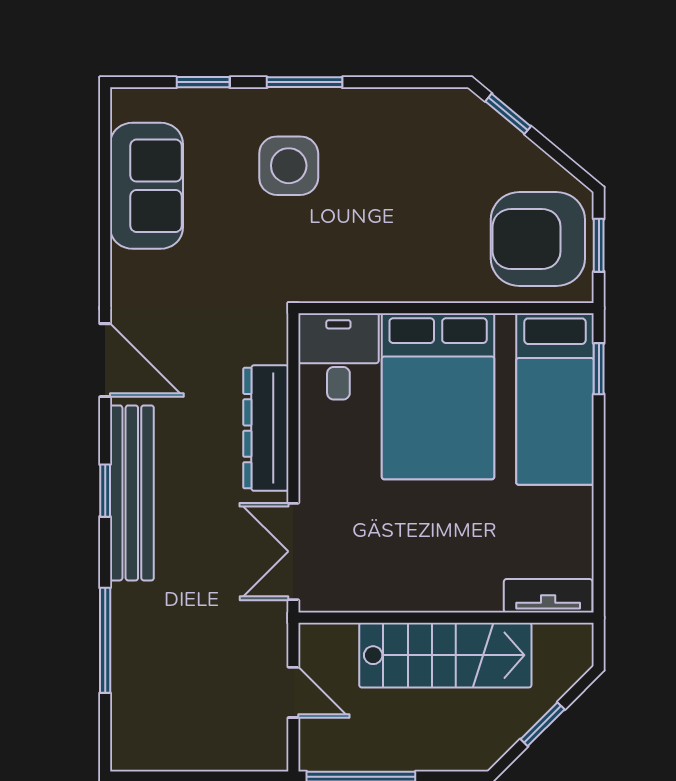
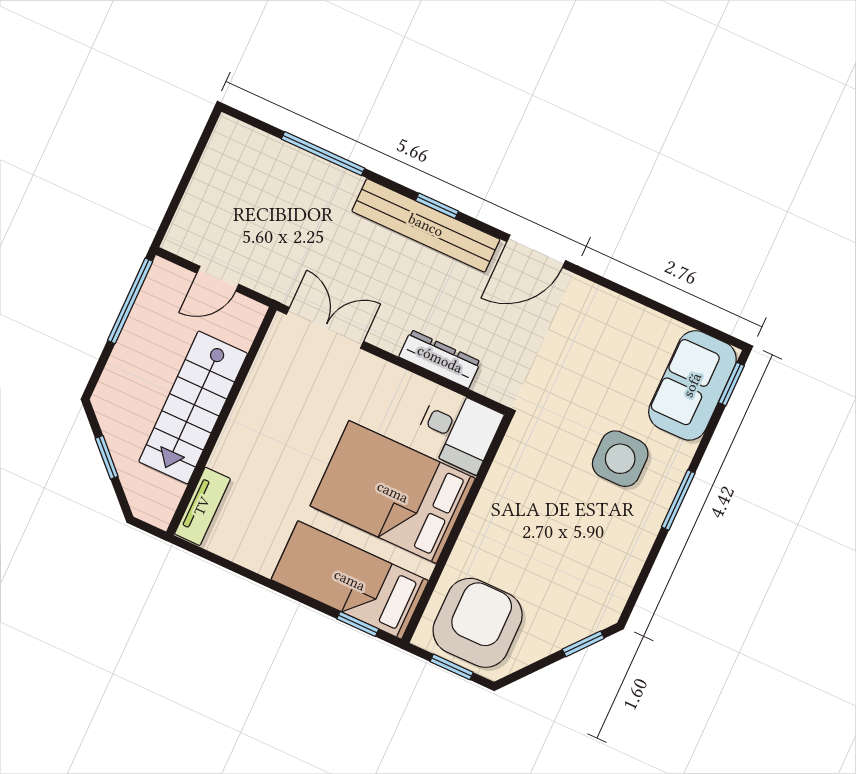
window: (203, 82) -> (731, 384), moved
sofa: (147, 186) -> (692, 385), moved, turned 90
dresser: (266, 428) -> (440, 359), width x0.73, depth x0.80

